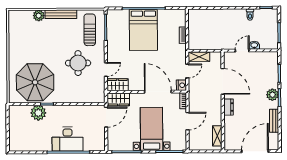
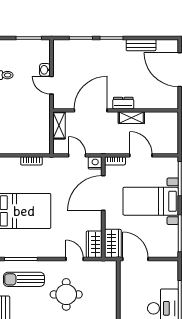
shelving: (199, 57) -> (59, 125), moved
plant: (272, 95) -> (108, 47), removed
shelving: (217, 136) -> (131, 118), moved

